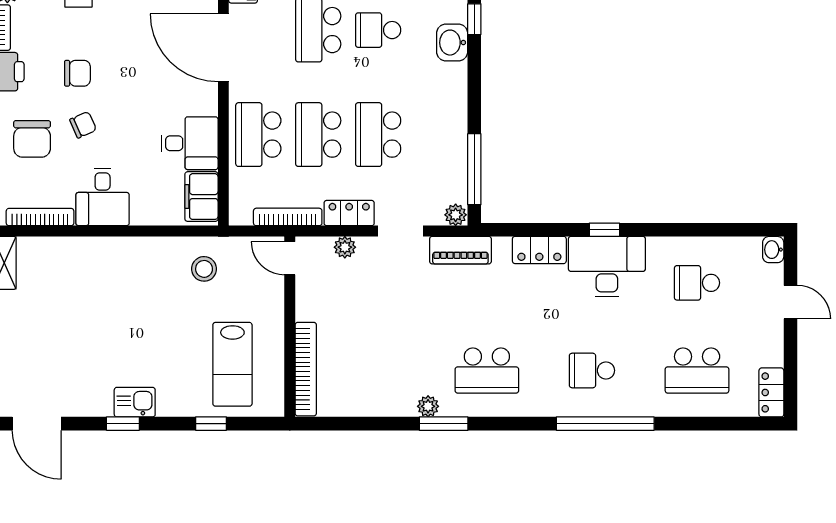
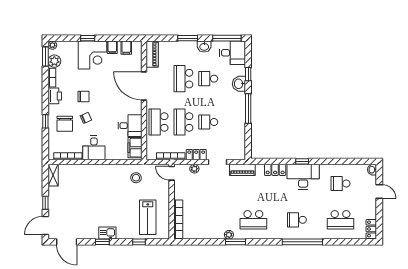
school desk: (378, 135) -> (208, 122), width x0.54
window: (474, 169) -> (248, 108), moved
plant: (456, 215) -> (240, 155), removed

